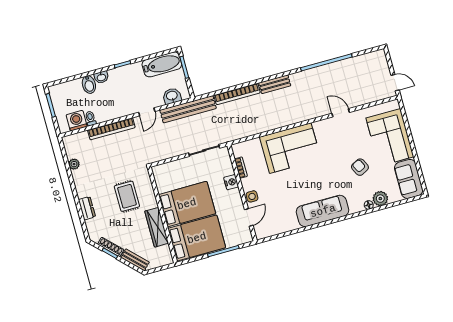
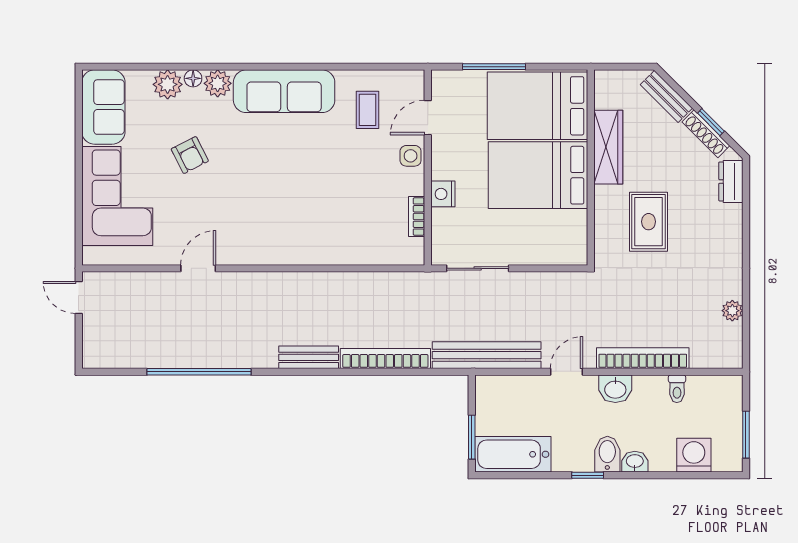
bidet: (89, 85) -> (607, 454), moved
washbasin: (172, 96) -> (615, 389), moved
door: (341, 113) -> (198, 268), swing flipped
washing machine: (77, 121) -> (694, 455), moved, turned 180
corner sofa: (290, 148) -> (312, 228), removed
plant: (356, 206) -> (218, 83), added
dresser: (87, 208) -> (731, 181), moved
coffee table: (279, 213) -> (368, 110), added

